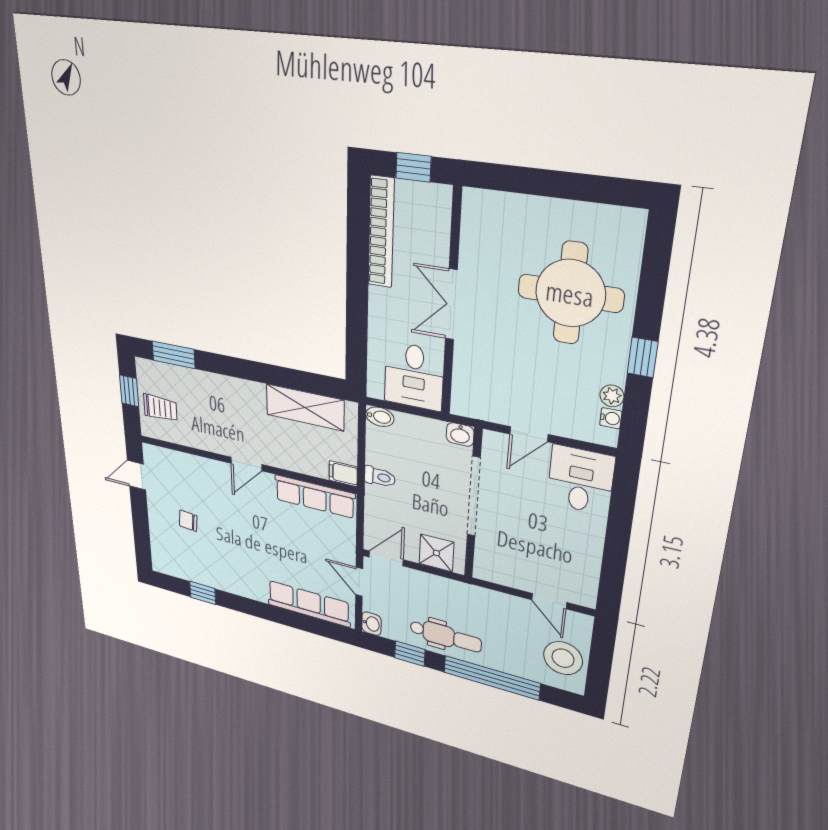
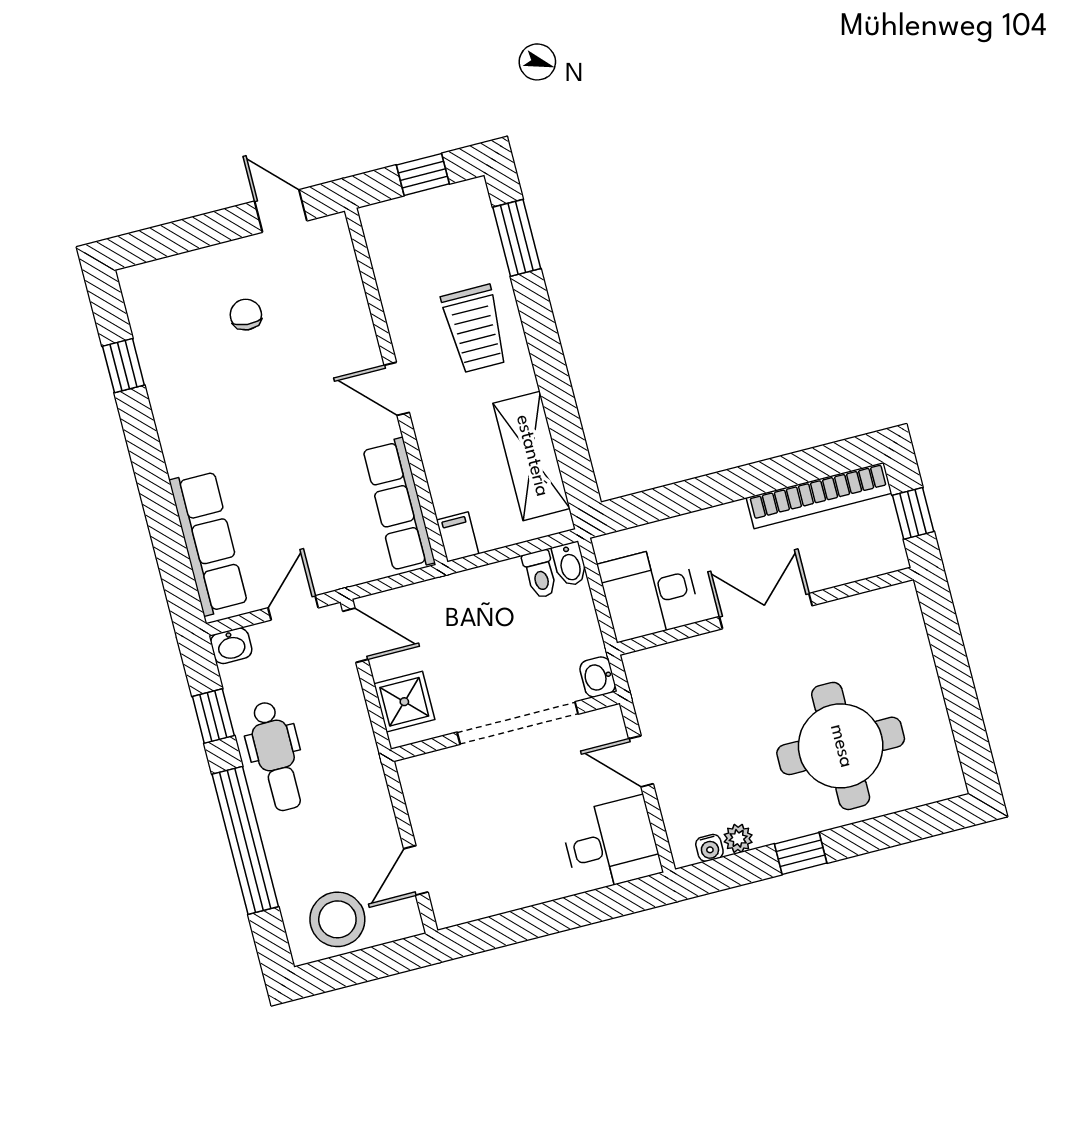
trolley: (160, 408) -> (475, 329), moved, width x1.36, depth x1.39
toilet: (380, 477) -> (540, 574), moved

